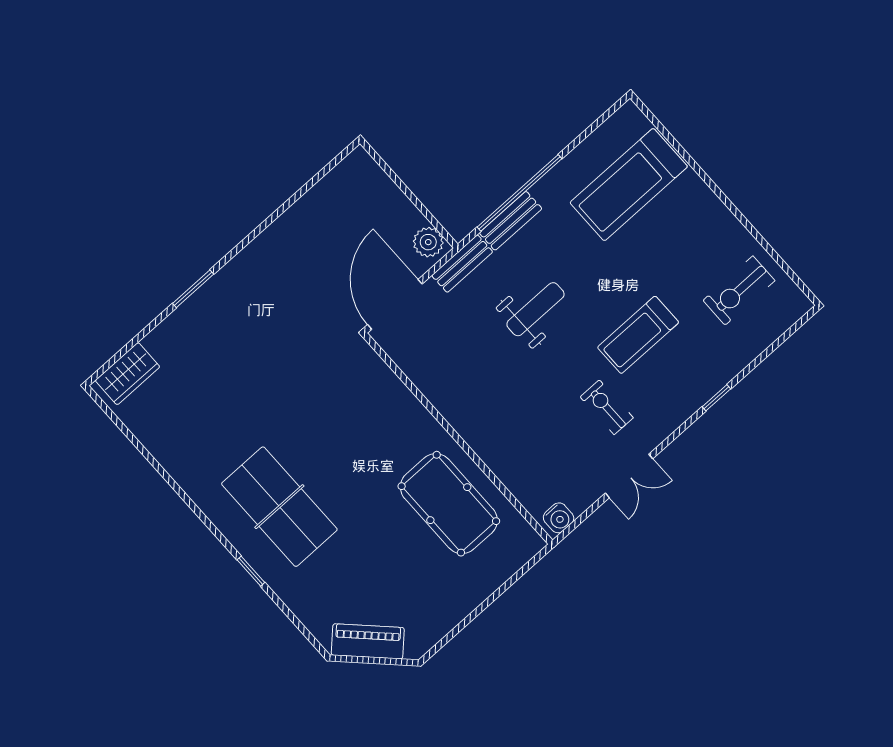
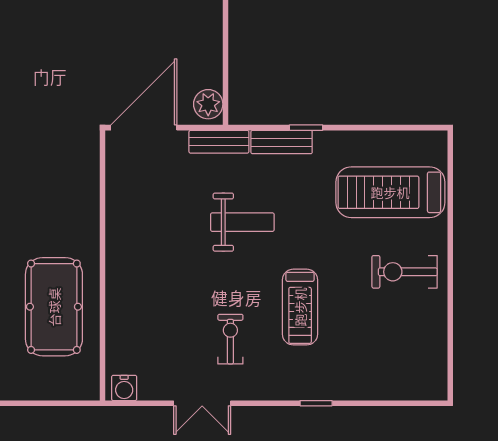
window: (520, 193) -> (306, 128), width x0.32
exercise bike: (739, 291) -> (405, 272), moved
treadmill: (638, 335) -> (300, 307), turned -90

